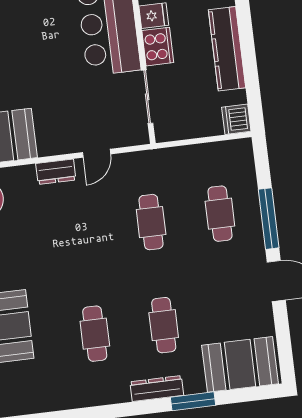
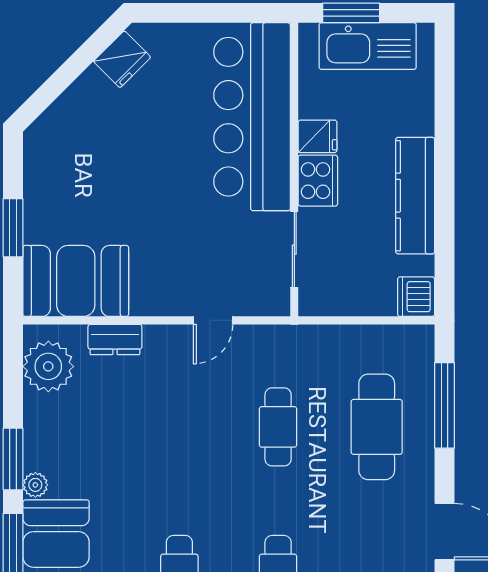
dresser: (56, 172) -> (115, 340), moved
cafe table: (220, 214) -> (377, 427), width x1.37, depth x1.35
window: (269, 219) -> (444, 405), moved

